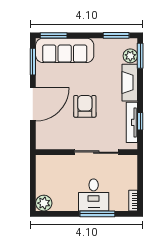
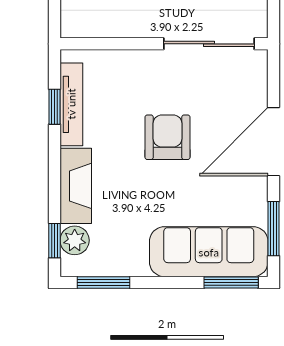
window: (140, 56) -> (55, 241), width x0.67
armchair: (85, 106) -> (168, 137), turned 180
sliding door: (96, 152) -> (209, 44), moved

